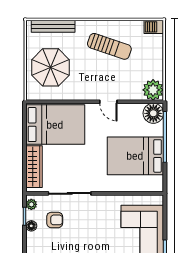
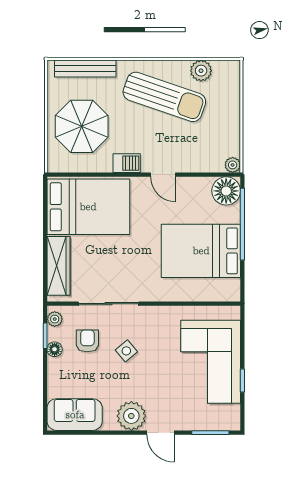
barbecue: (154, 27) -> (127, 163), moved, turned 180
plant: (135, 28) -> (201, 71), added
sun lounger: (109, 46) -> (164, 97), width x1.36, depth x1.34
plant: (153, 90) -> (233, 165), width x0.53, depth x0.53
armchair: (55, 220) -> (87, 341), turned -90
side table: (82, 227) -> (126, 351), added

